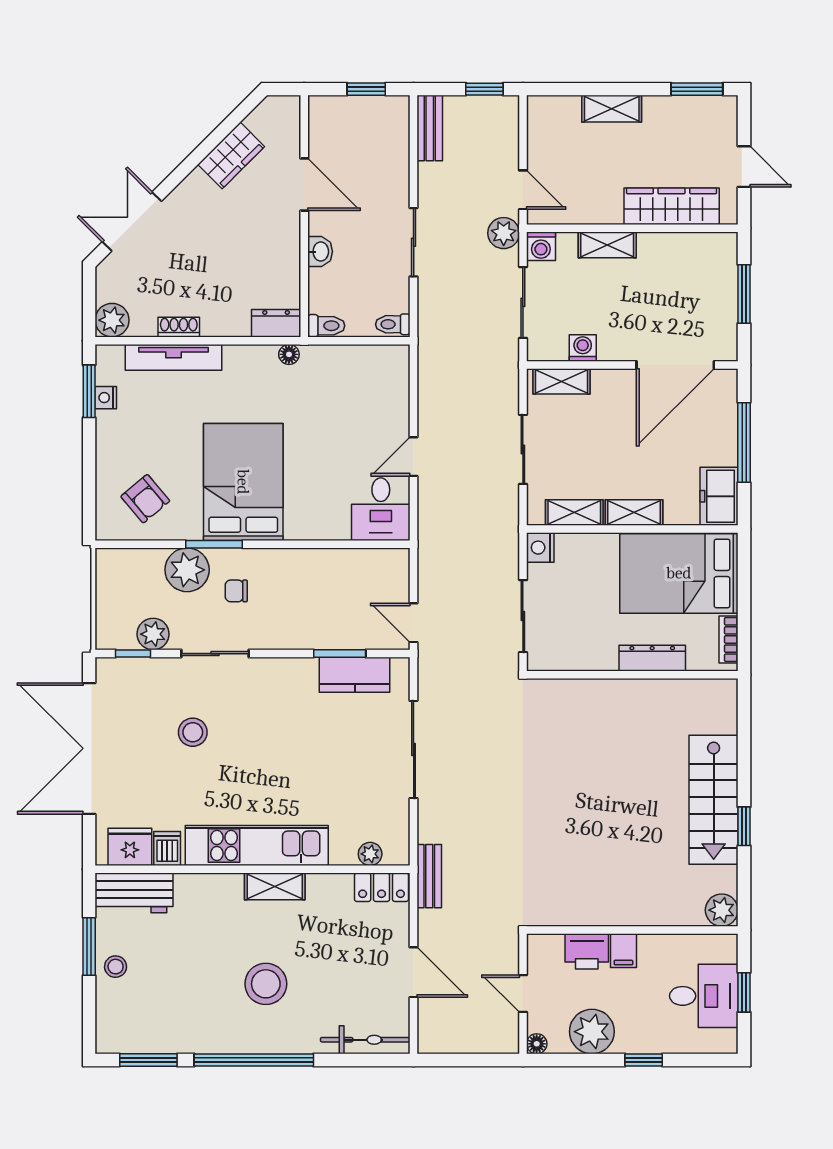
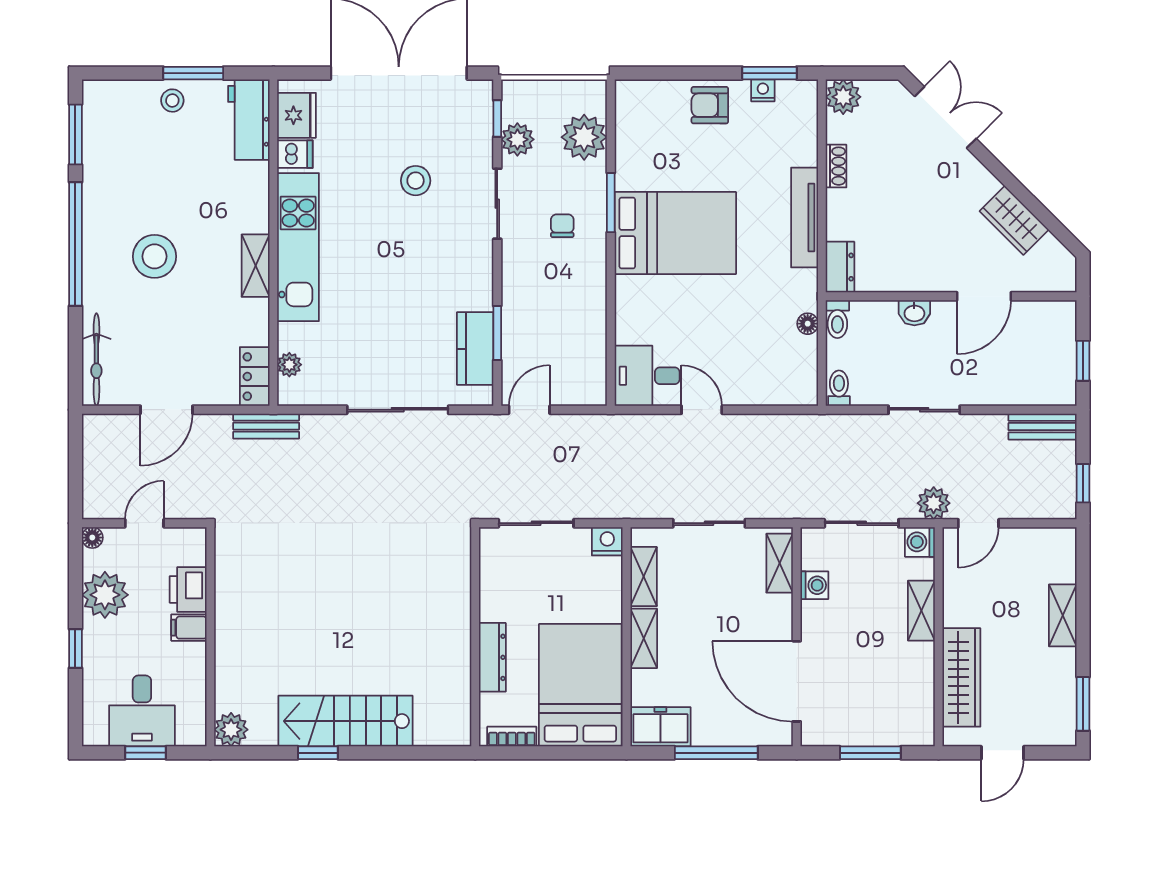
floor lamp: (289, 354) -> (808, 324), moved
tv unit: (173, 357) -> (805, 218), moved
armchair: (145, 499) -> (710, 105), moved, turned 40
plant: (187, 570) -> (584, 137), moved

